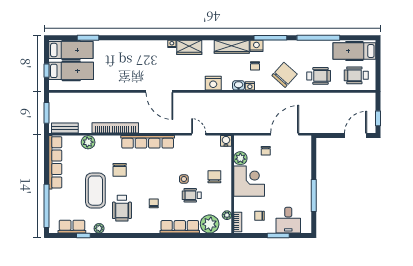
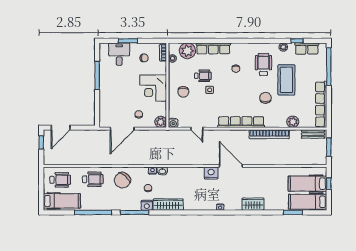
wardrobe: (189, 47) -> (253, 204), moved
wheelchair: (319, 76) -> (93, 179), turned 180
nightstand: (213, 83) -> (211, 173), moved
plant: (240, 158) -> (161, 122), moved

